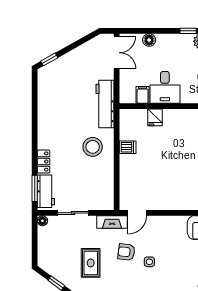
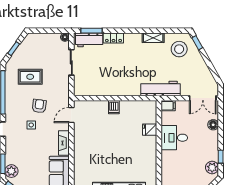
filing cabinet: (143, 95) -> (168, 106), moved
shelving: (43, 113) -> (153, 38), added
stool: (93, 147) -> (179, 49), moved
dishwasher: (128, 147) -> (114, 107), moved
door: (137, 213) -> (71, 115), hinge flipped
fireplace: (112, 222) -> (64, 143), moved

